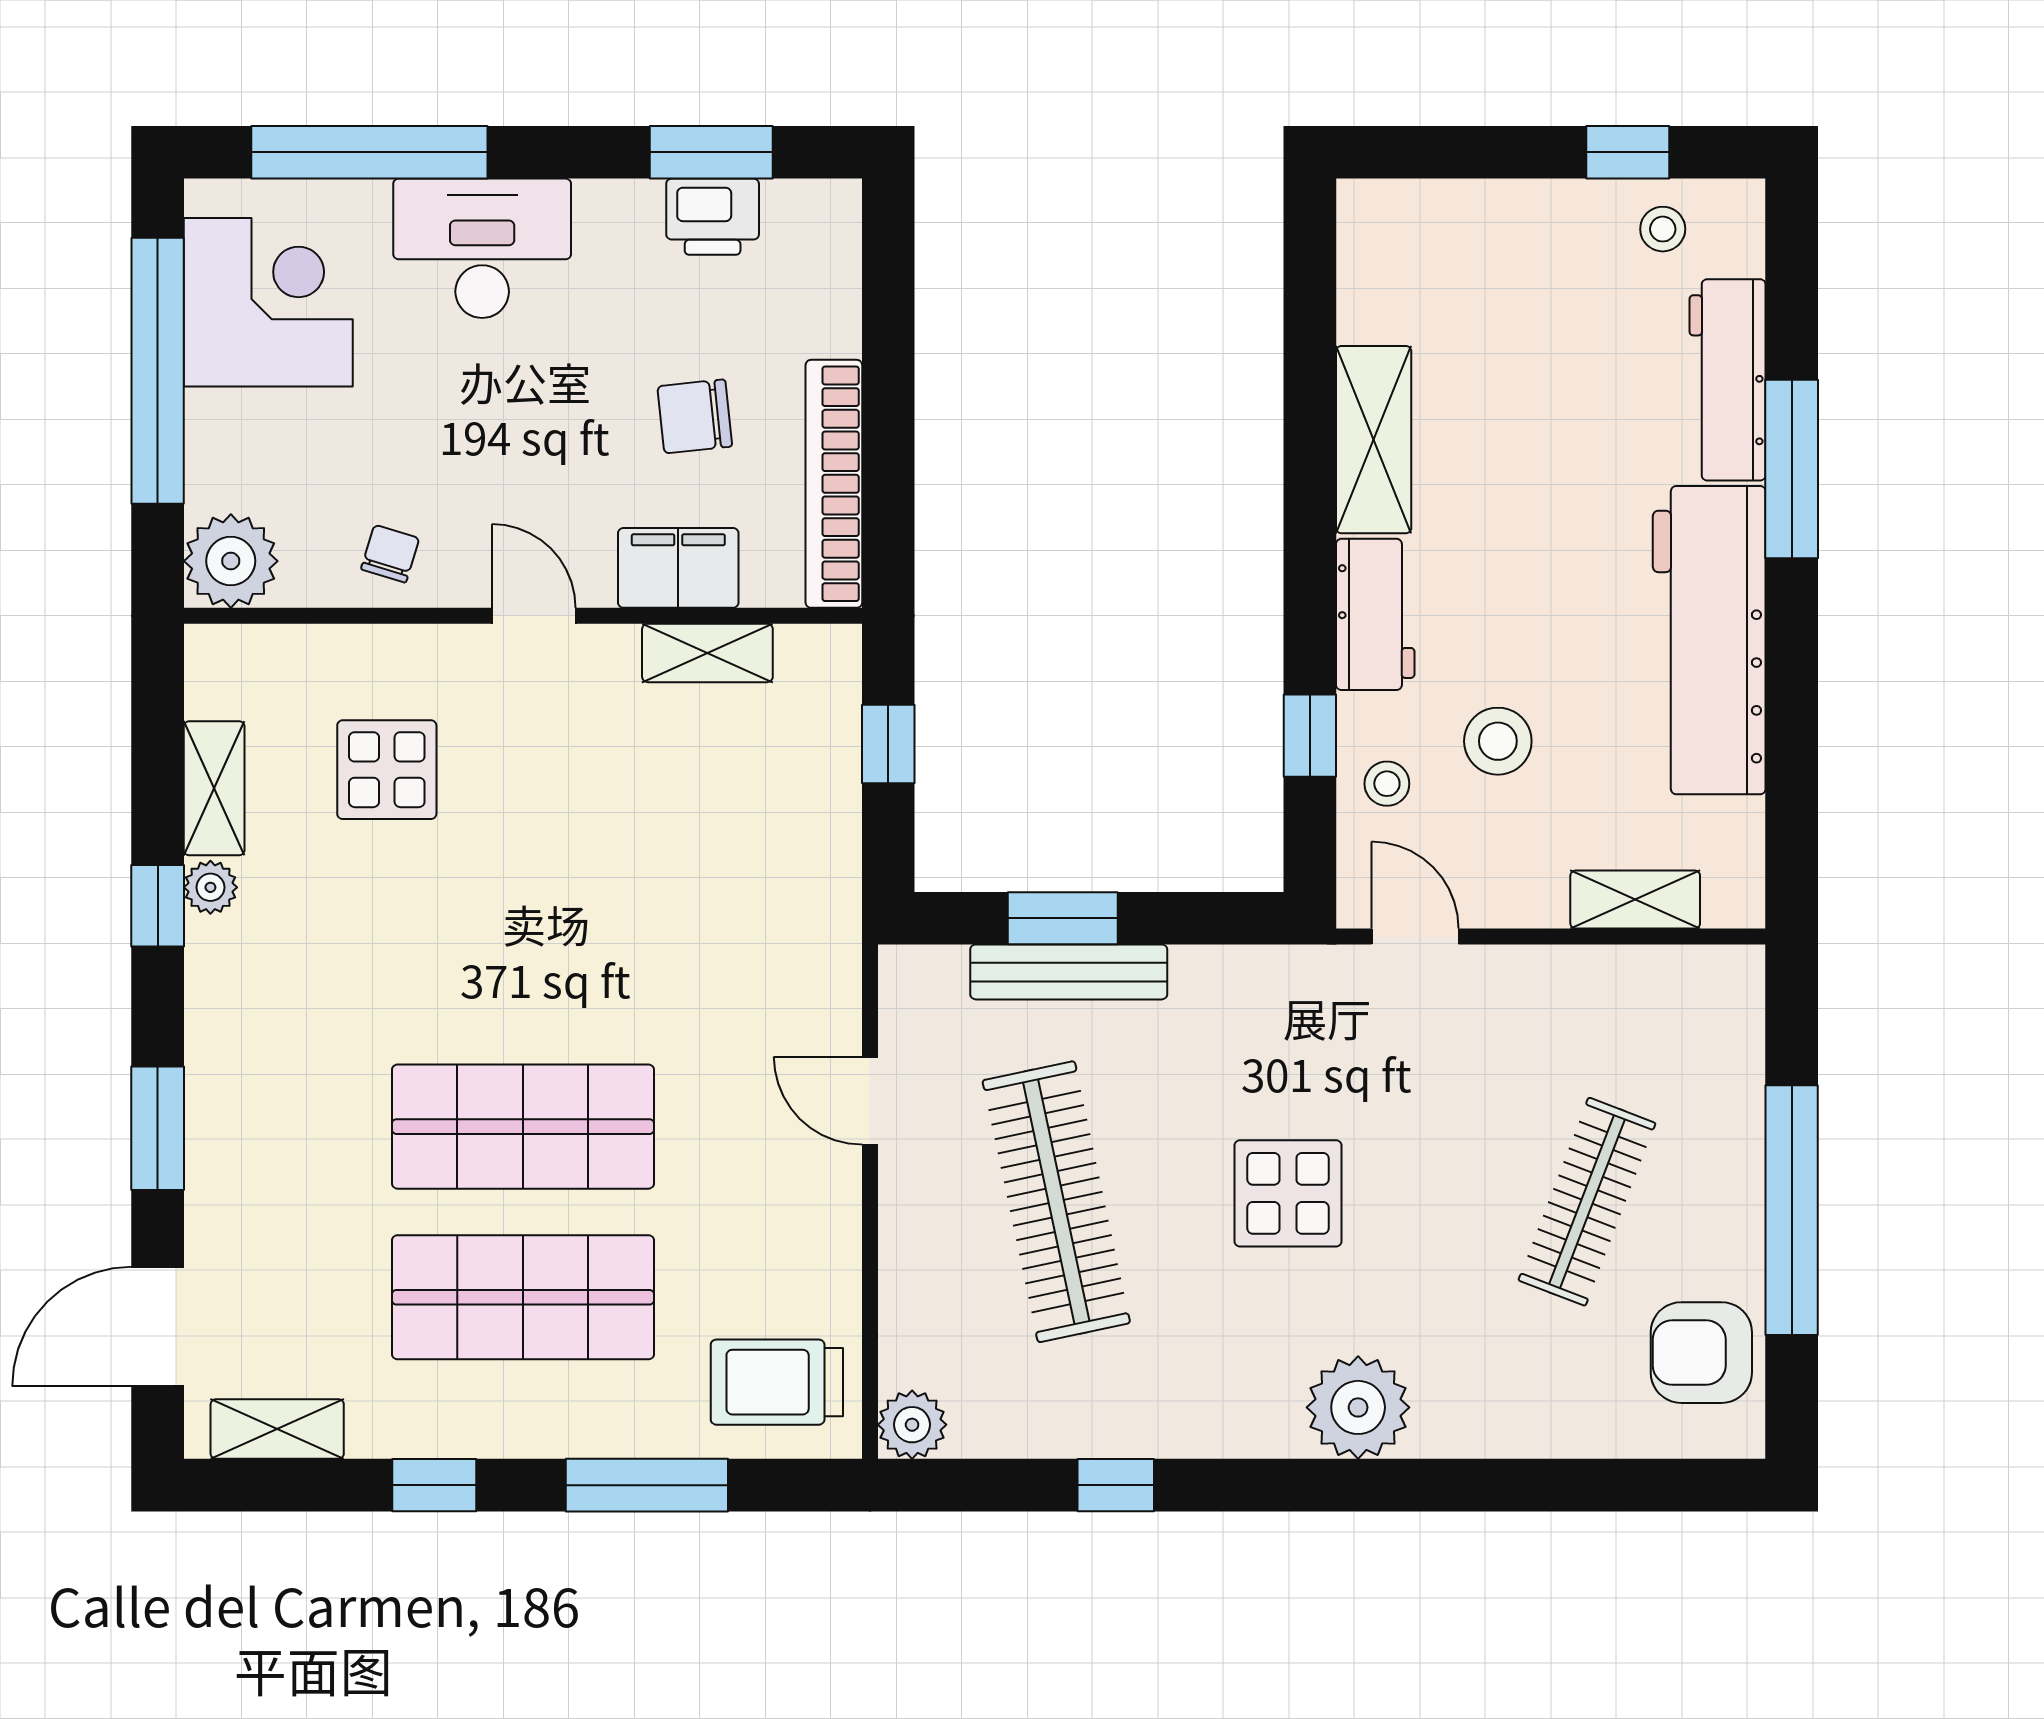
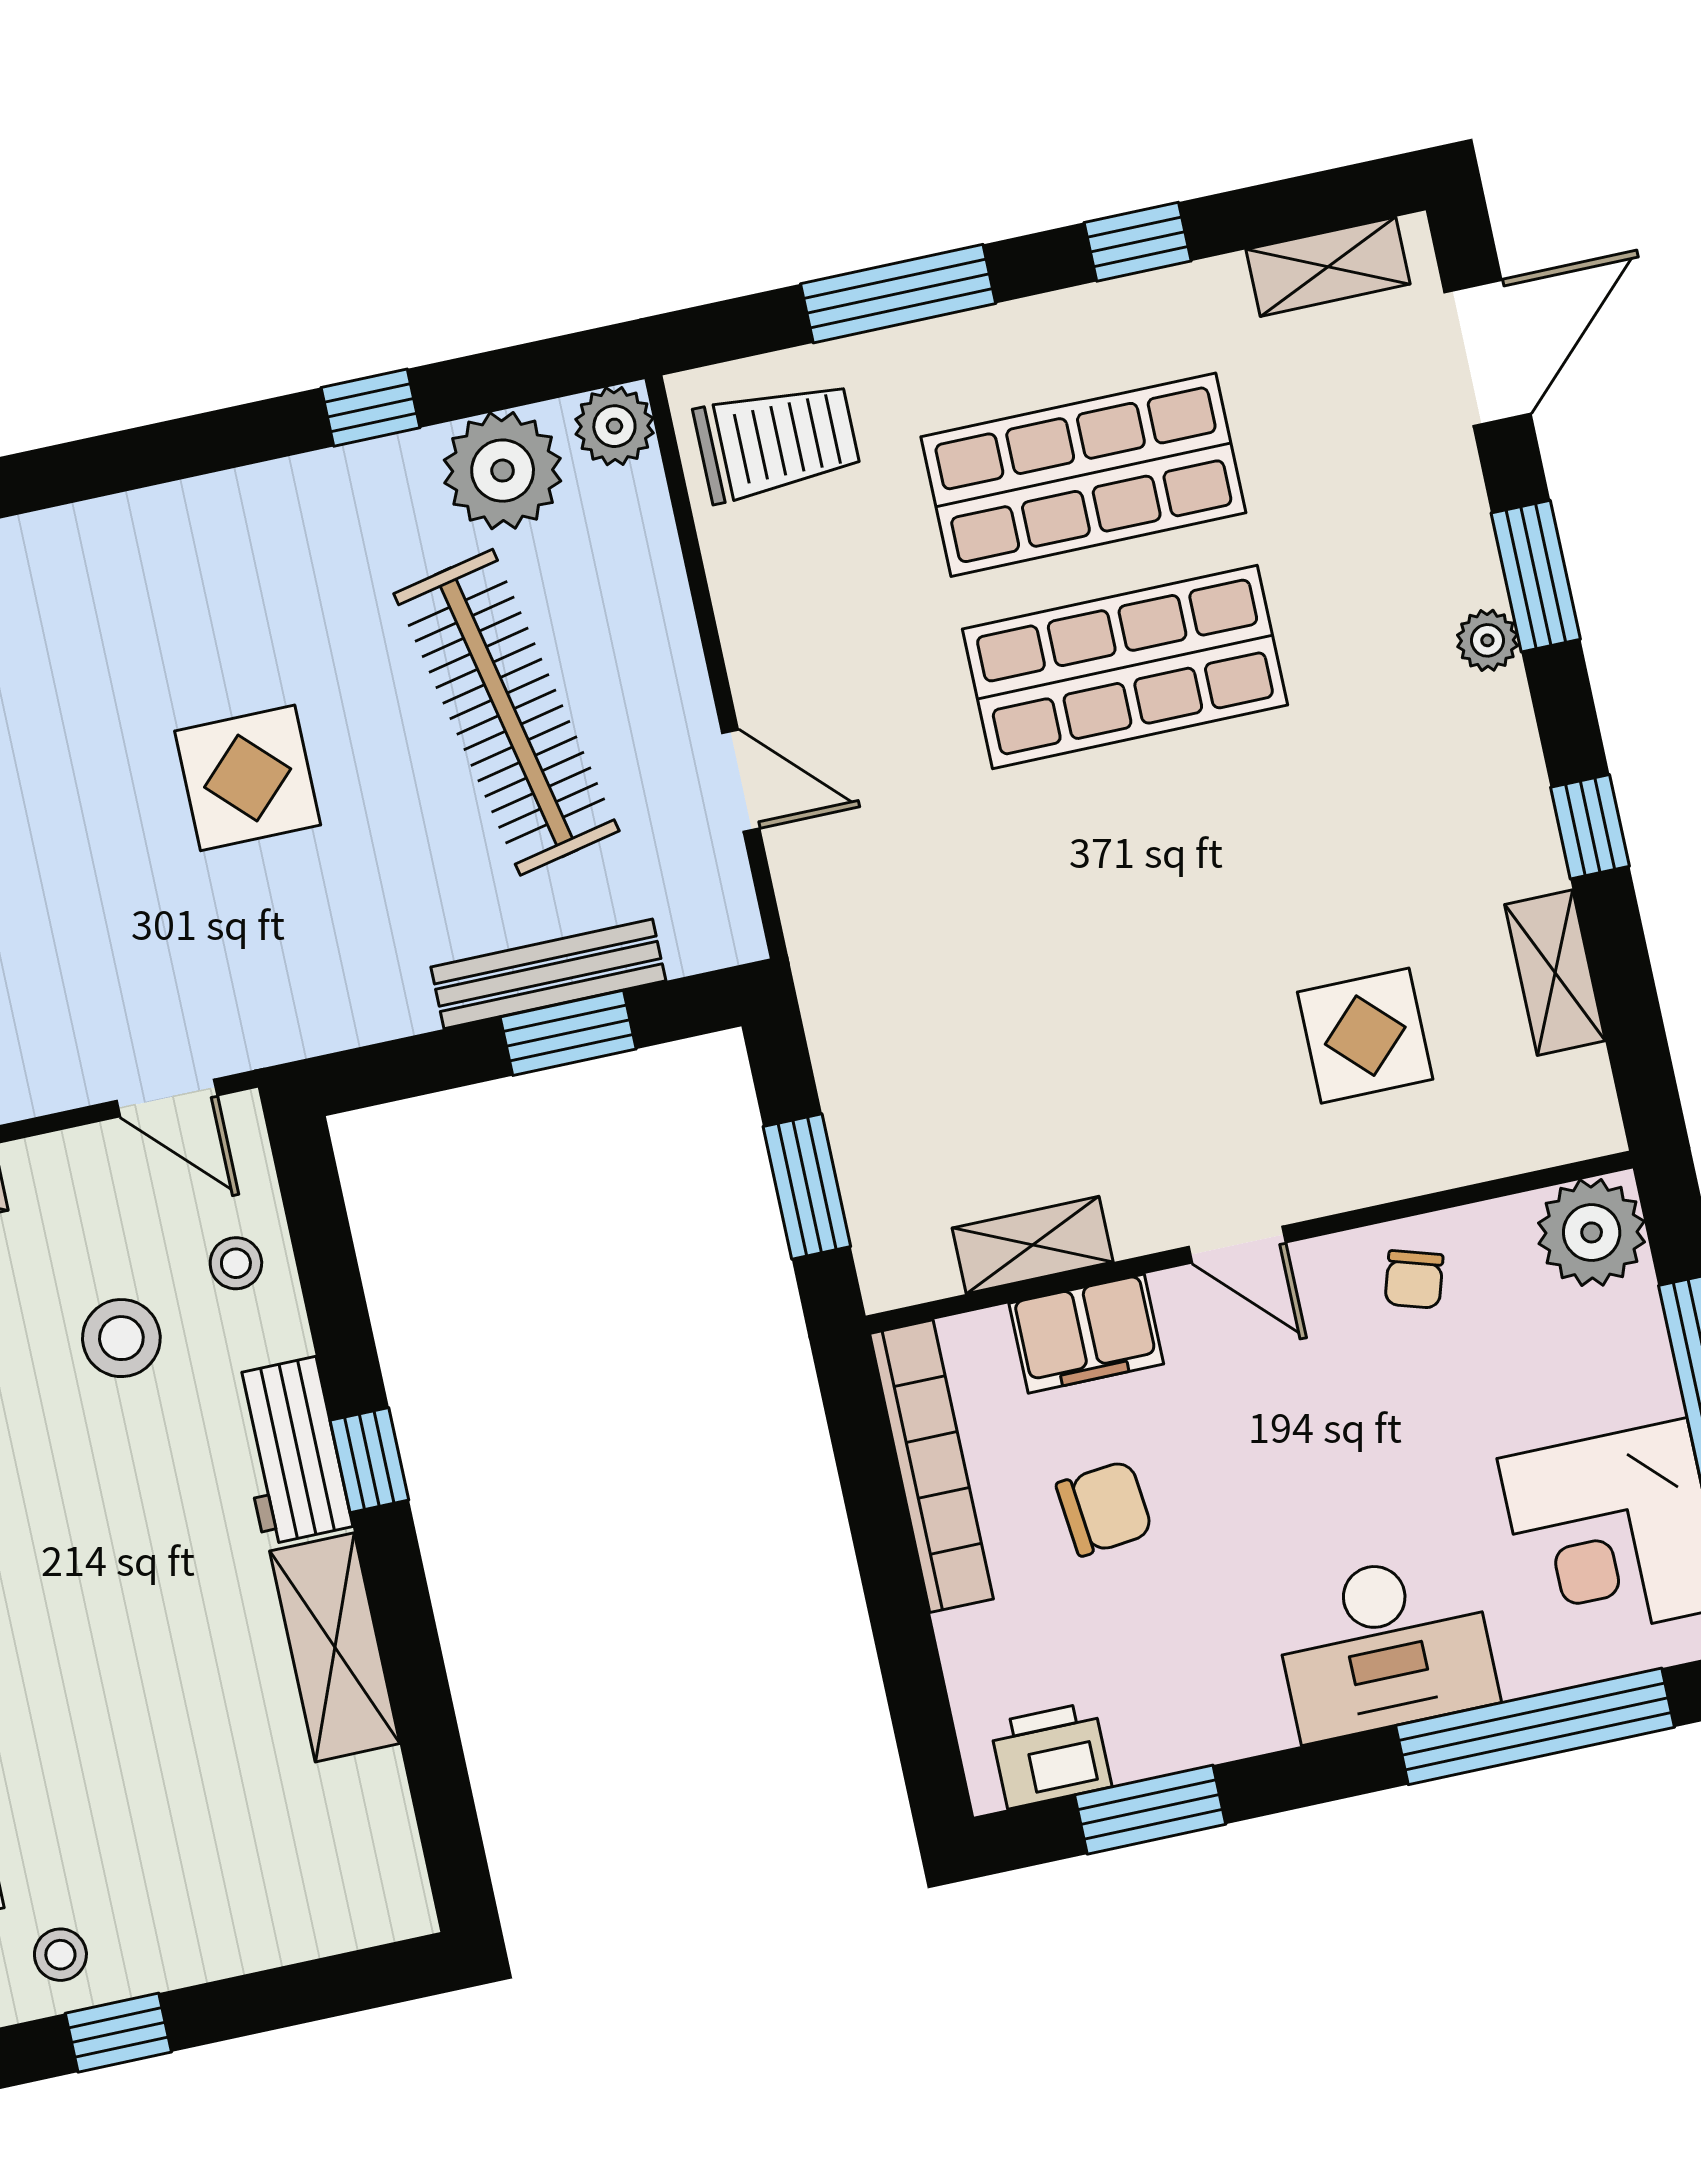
printer: (713, 217) -> (1051, 1755), moved
window: (1310, 736) -> (369, 1460), moved
window: (888, 744) -> (807, 1186), width x1.50
plant: (210, 887) -> (1487, 640), moved
plant: (1358, 1407) -> (503, 471), moved

